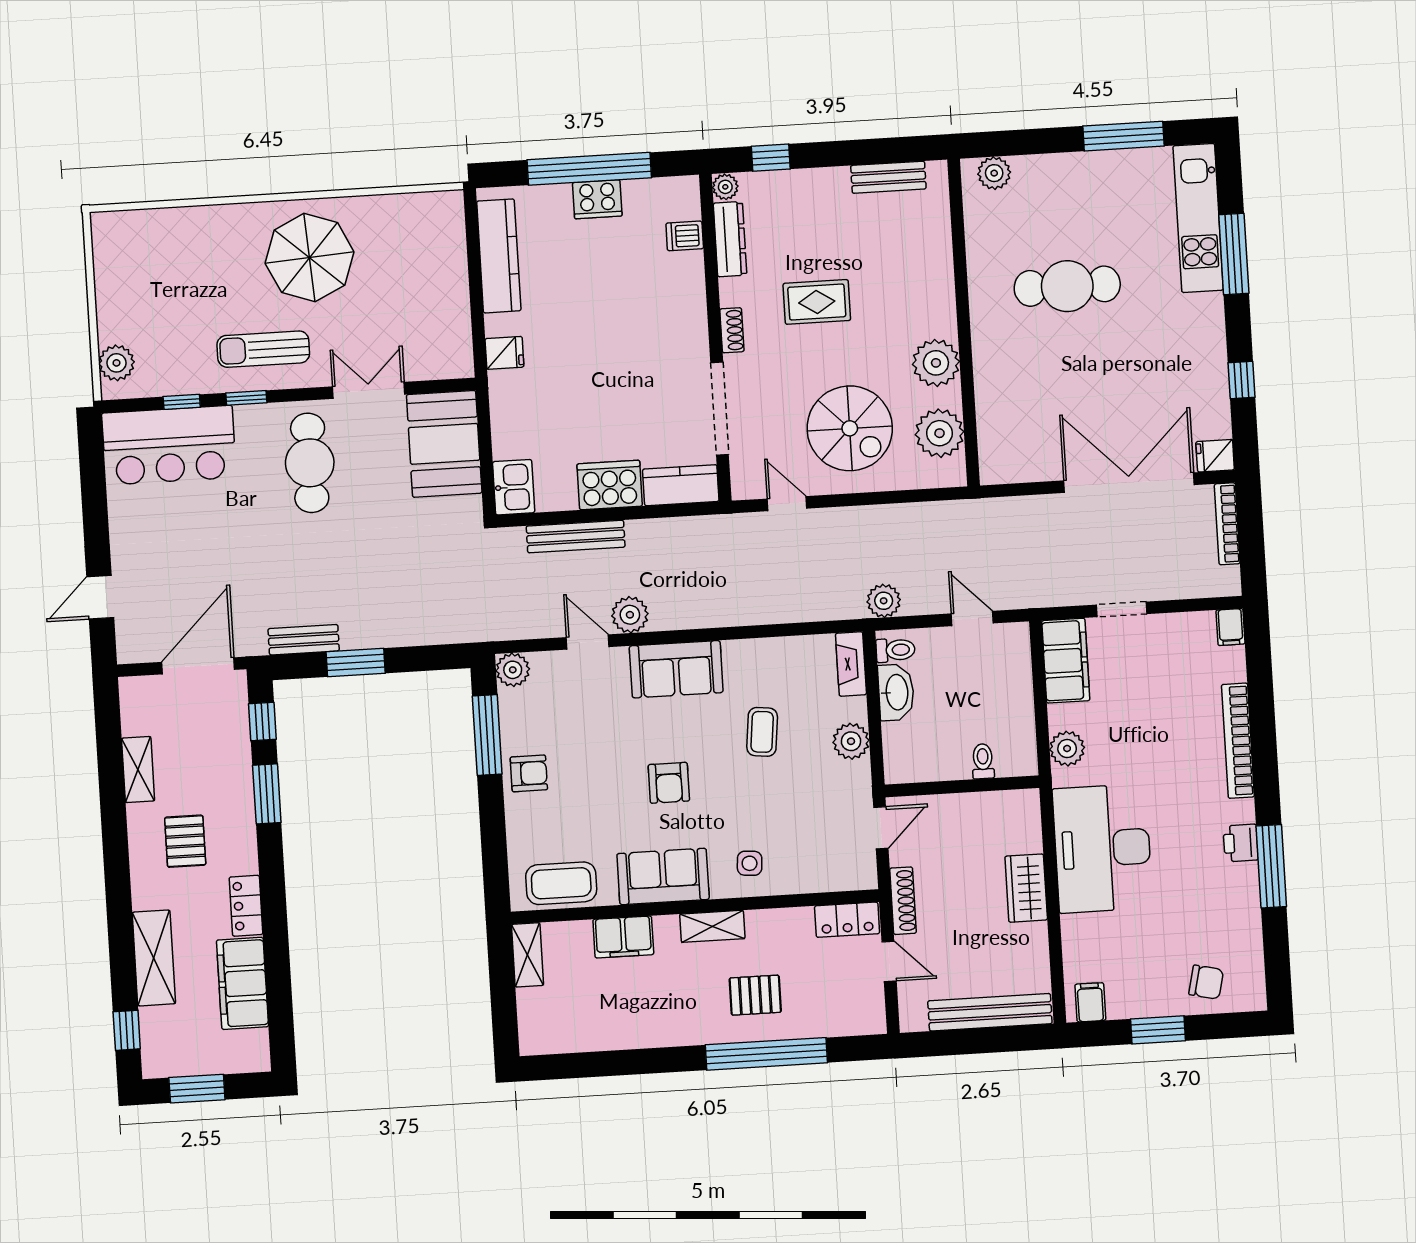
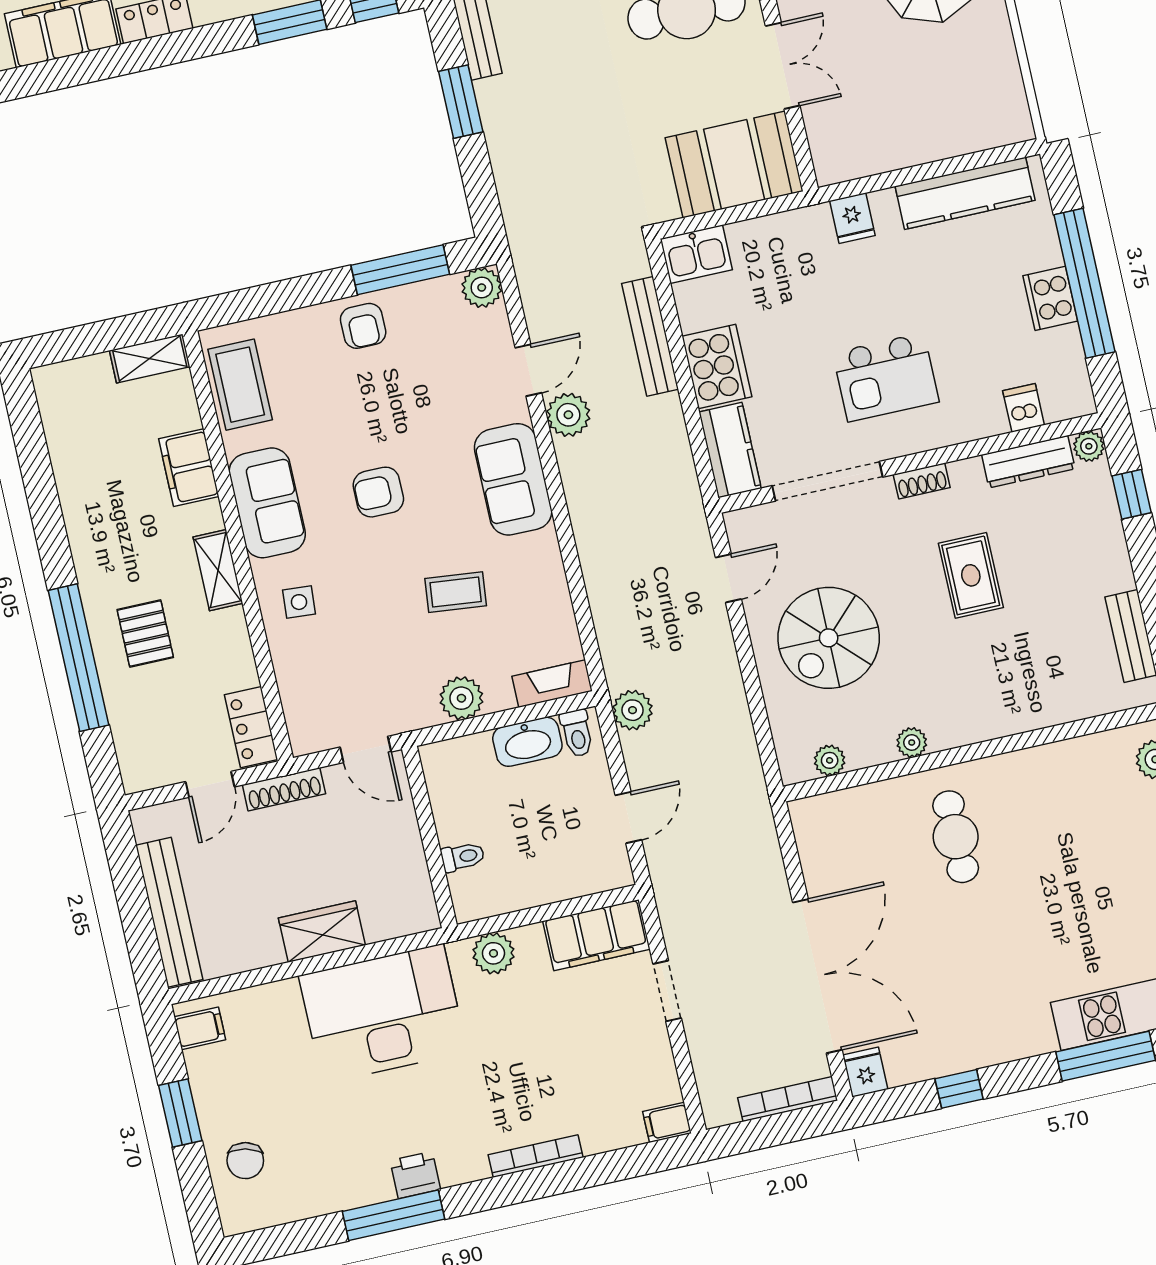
cafe table: (1067, 286) -> (956, 837), moved, width x0.73, depth x0.74
kitchen island: (641, 346) -> (886, 377), added
plant: (936, 363) -> (912, 742), width x0.53, depth x0.53
plant: (940, 433) -> (830, 760), width x0.53, depth x0.53
bookcase: (1238, 741) -> (536, 1156), width x0.68, depth x0.76

